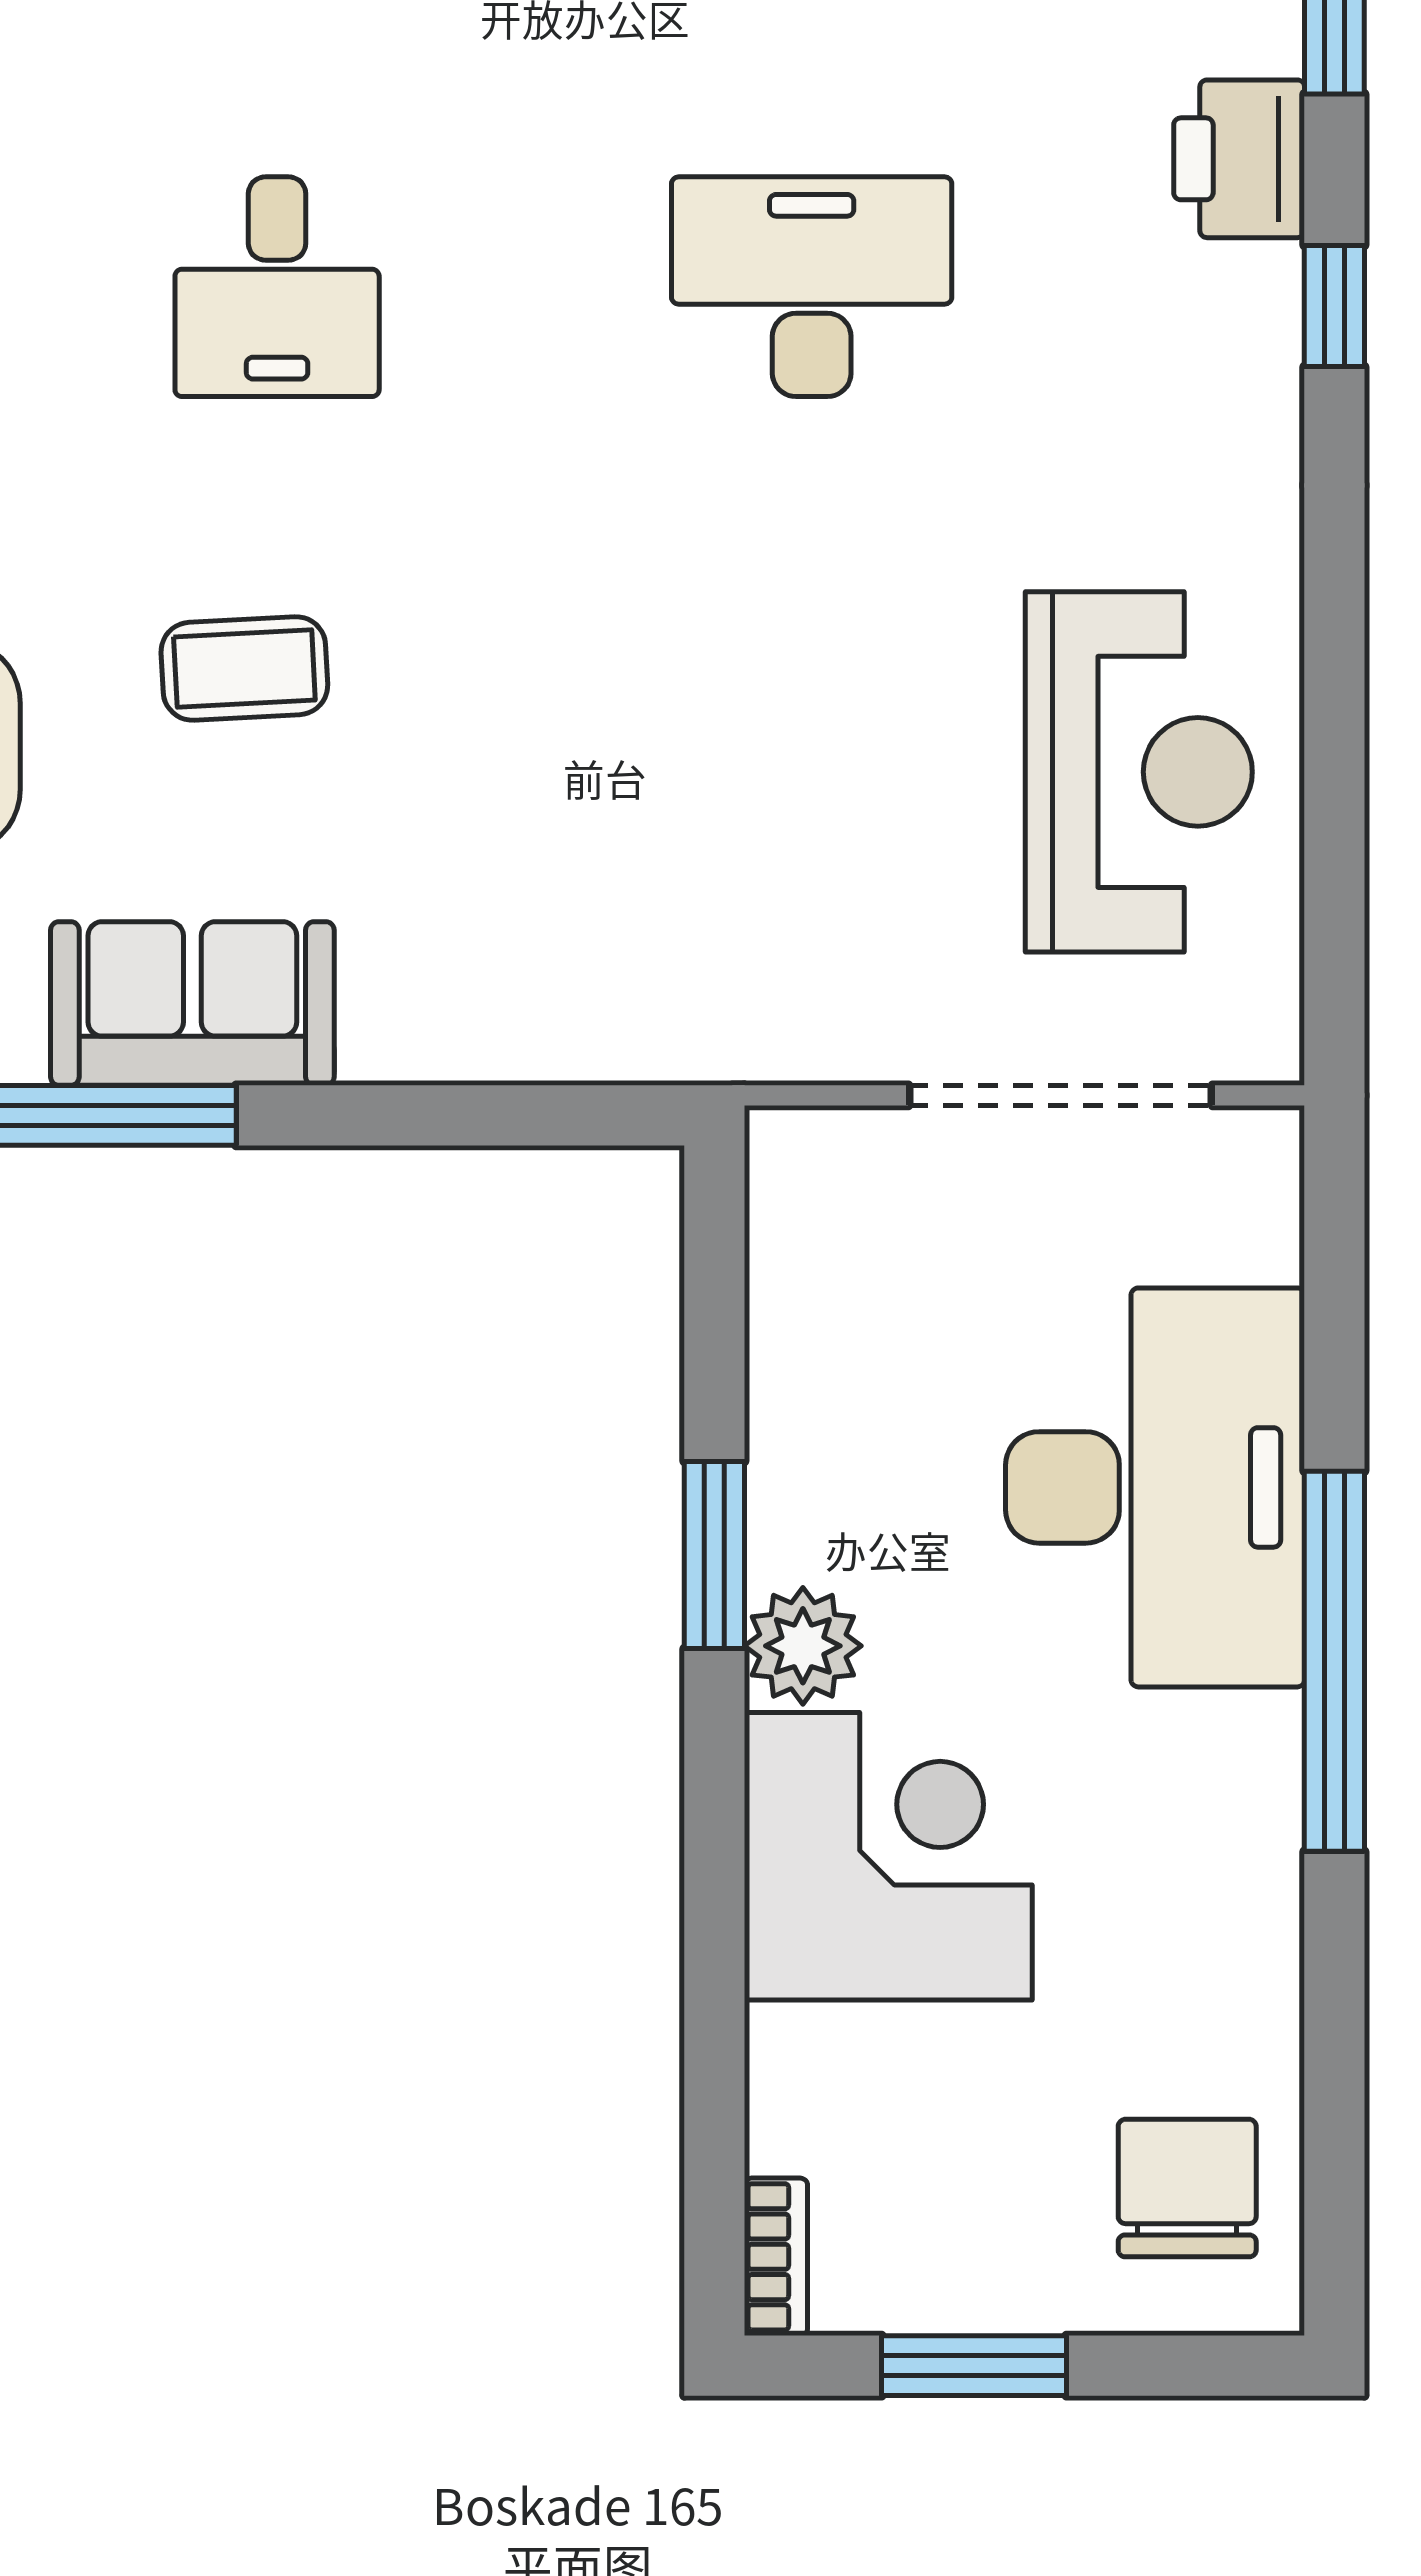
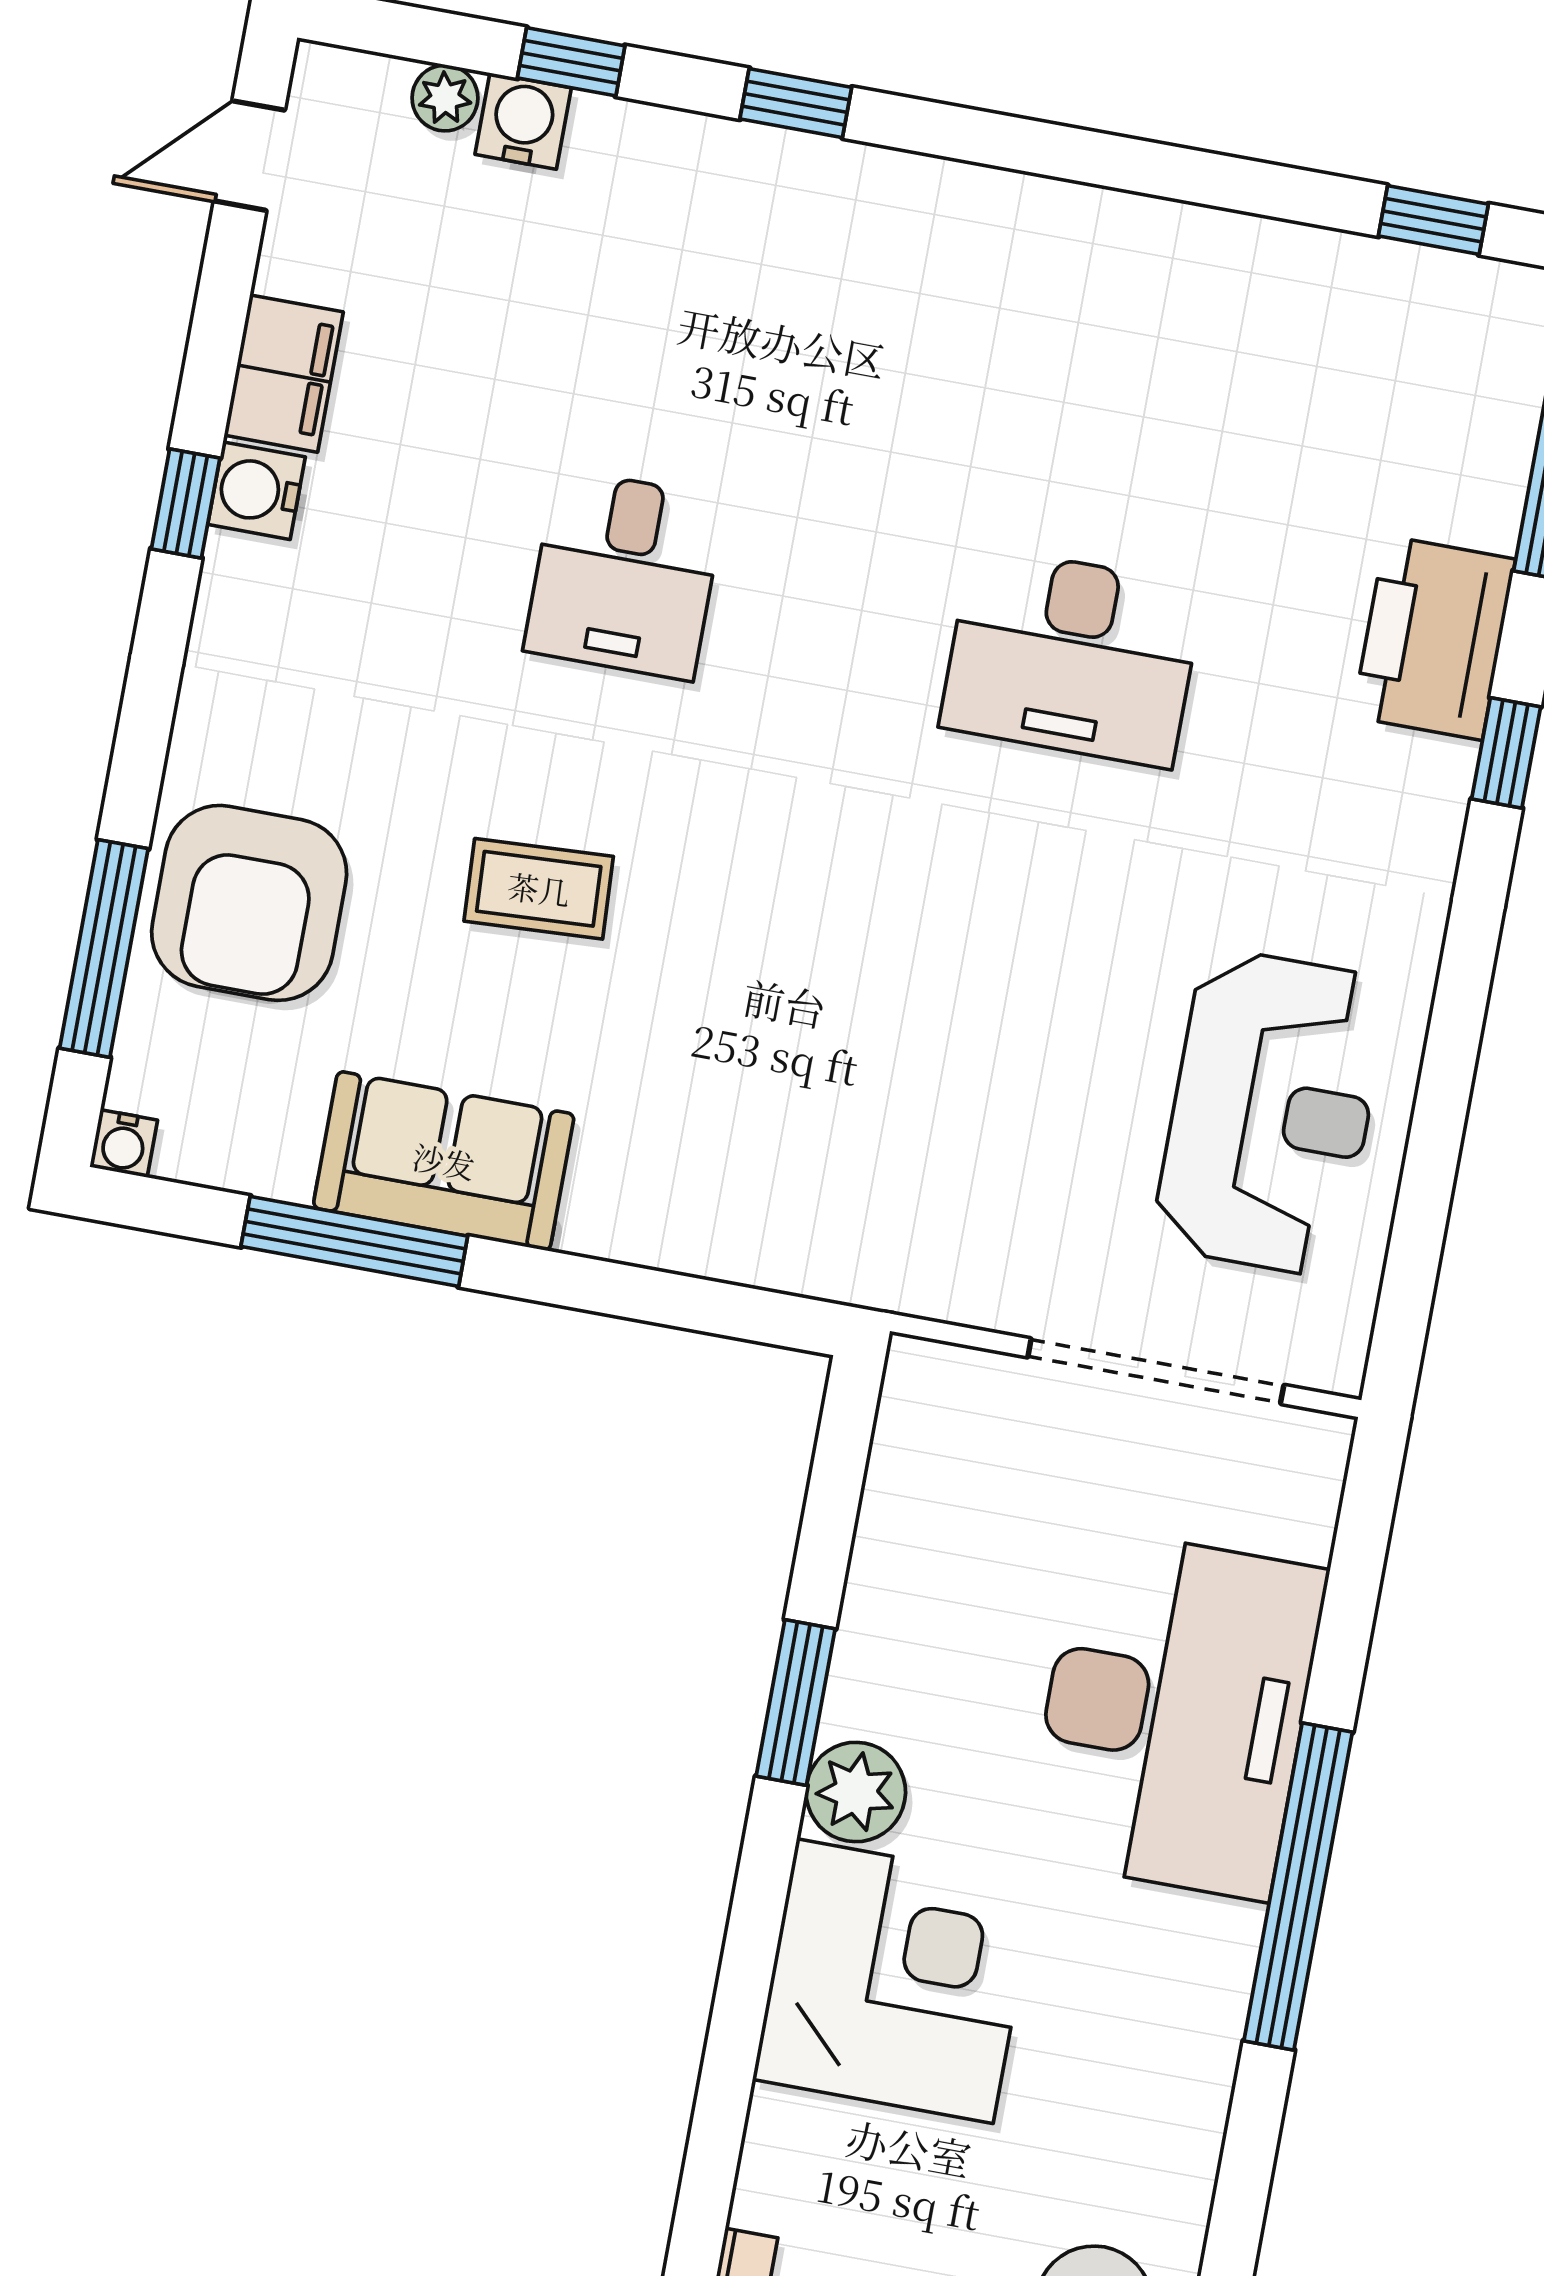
printer: (1239, 159) -> (1434, 638), width x1.37, depth x1.19
desk: (812, 287) -> (1072, 657), turned 180

